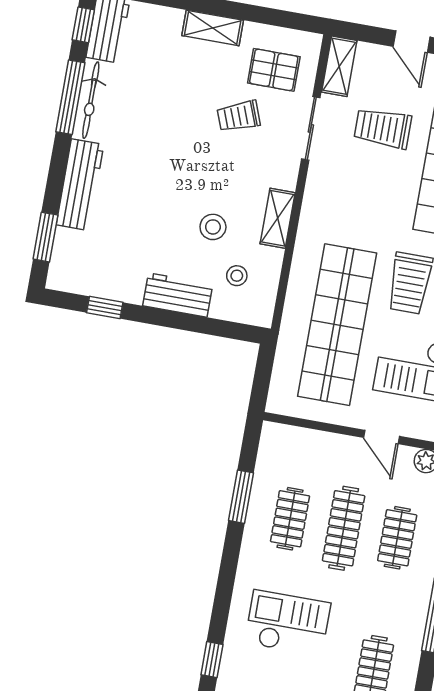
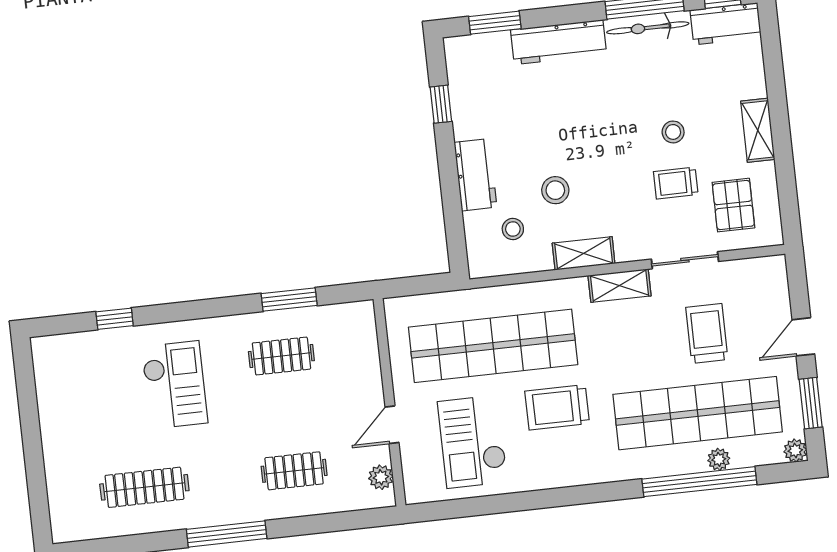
shelving: (339, 66) -> (620, 286), moved
stool: (192, 105) -> (673, 132), added
trolley: (239, 116) -> (676, 183), turned -69
clothes rail: (344, 528) -> (288, 413), removed

